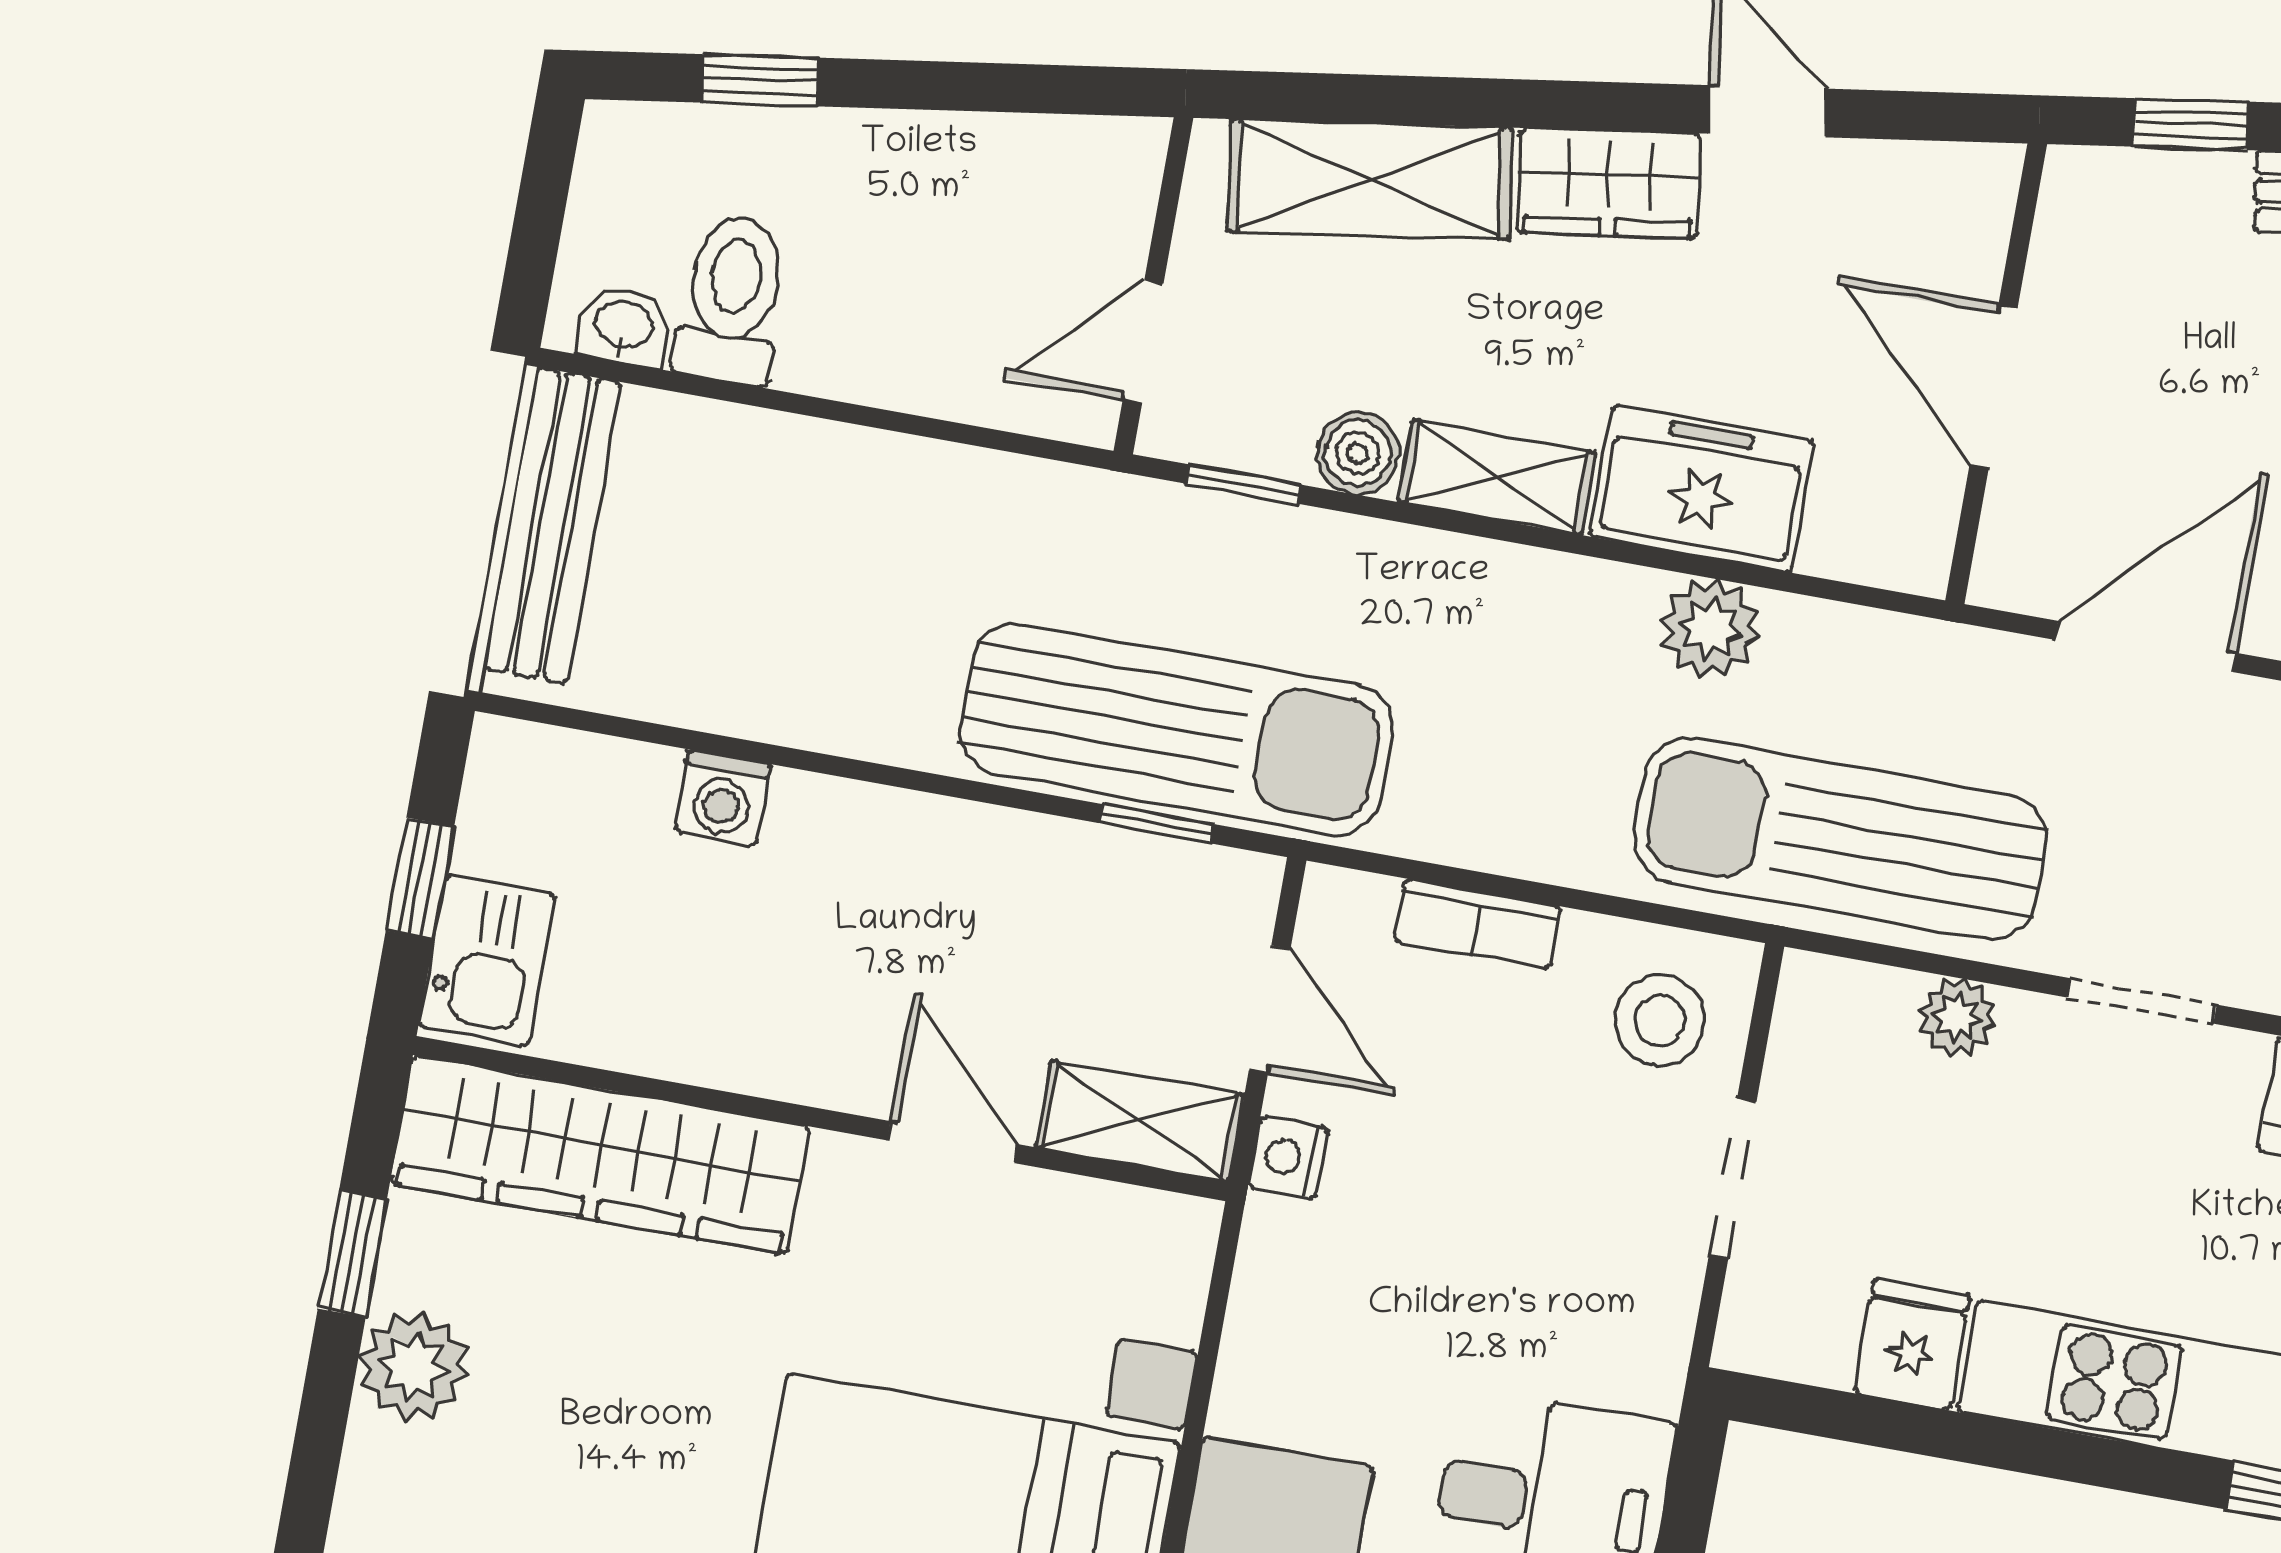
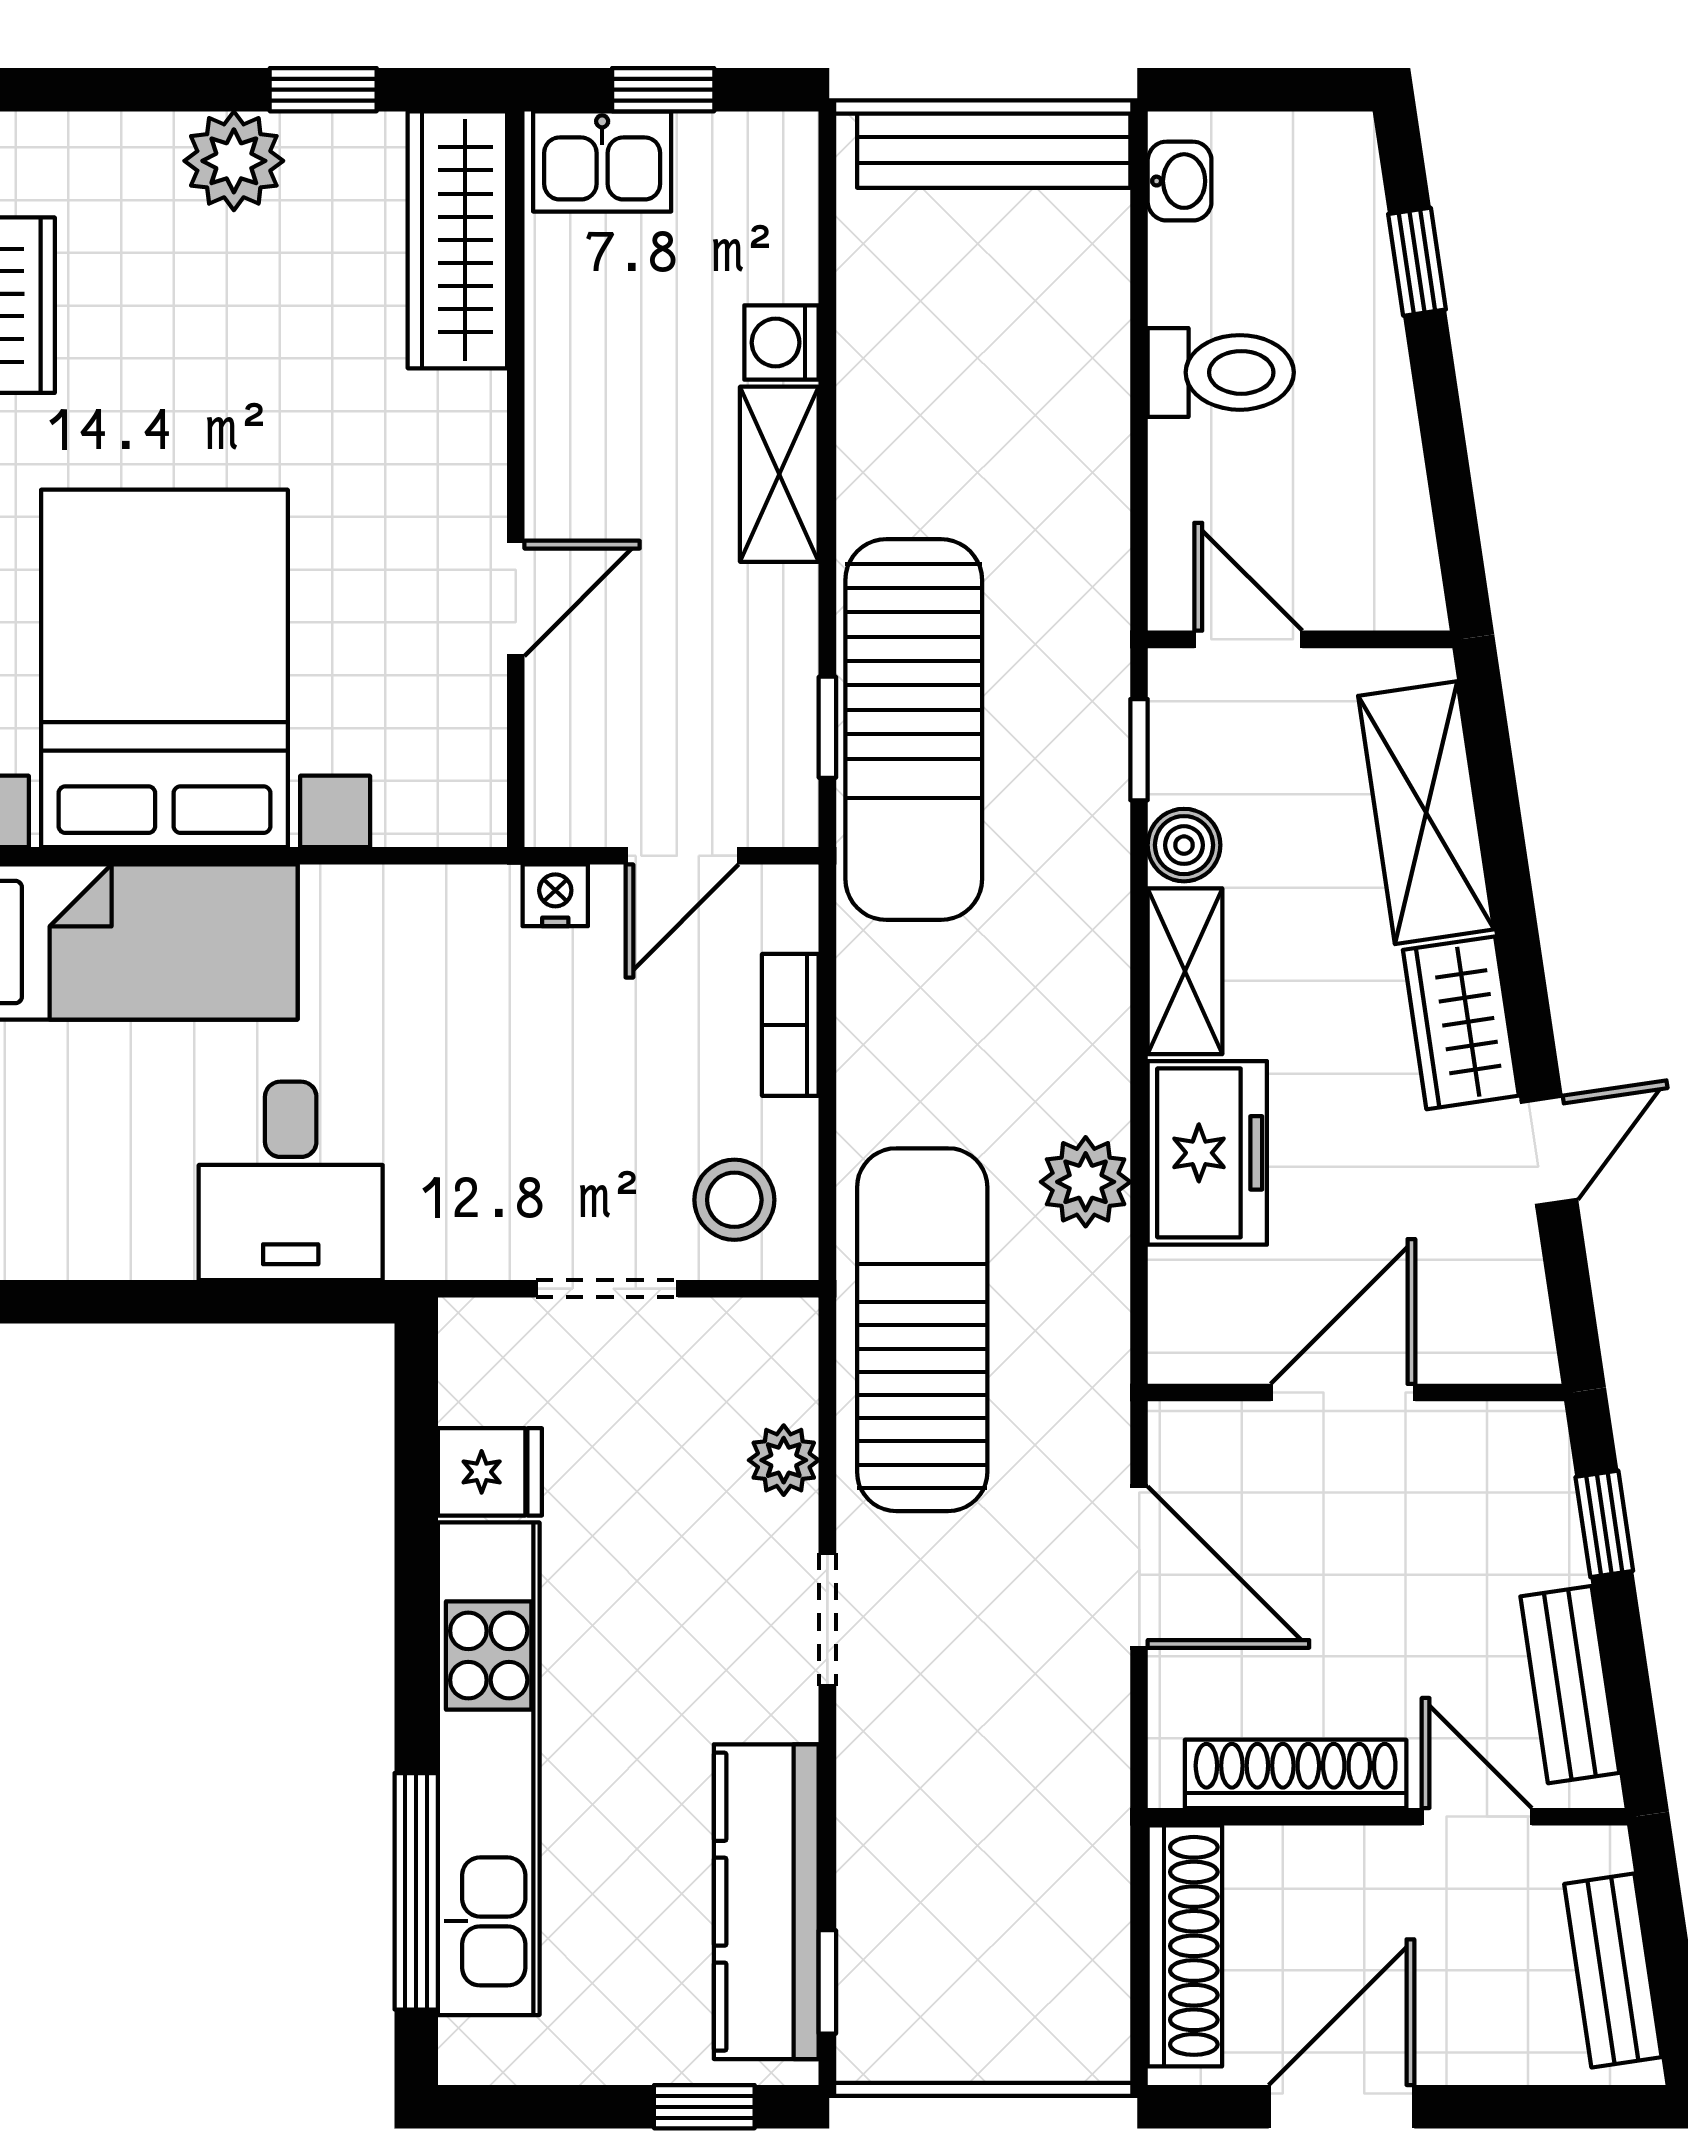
toilet: (732, 299) -> (1221, 372), moved
shelving: (1140, 1121) -> (779, 474), moved
wardrobe: (600, 1155) -> (457, 240), width x0.71, depth x0.85

